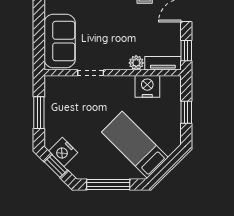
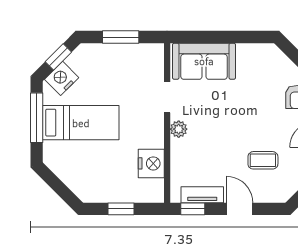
plant: (136, 63) -> (179, 129), moved
tv unit: (163, 63) -> (202, 195), moved, turned -90
bed: (135, 145) -> (81, 123), moved, turned 45
nightstand: (63, 152) -> (62, 78), moved

